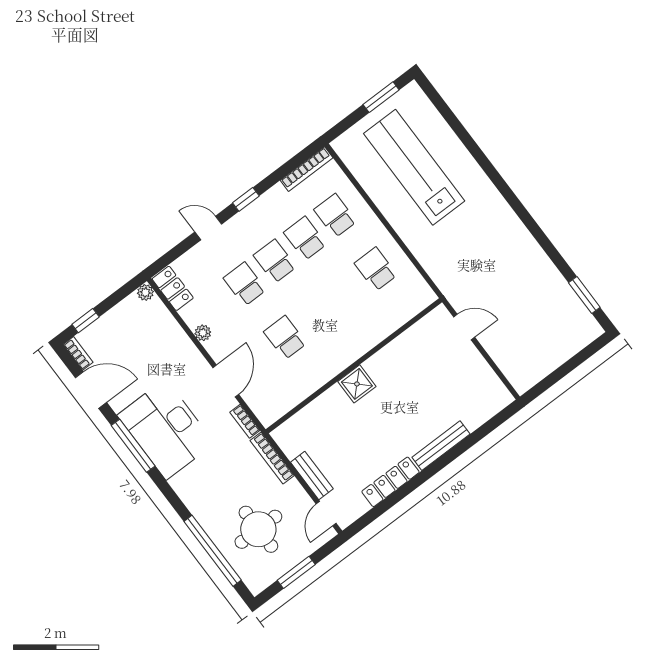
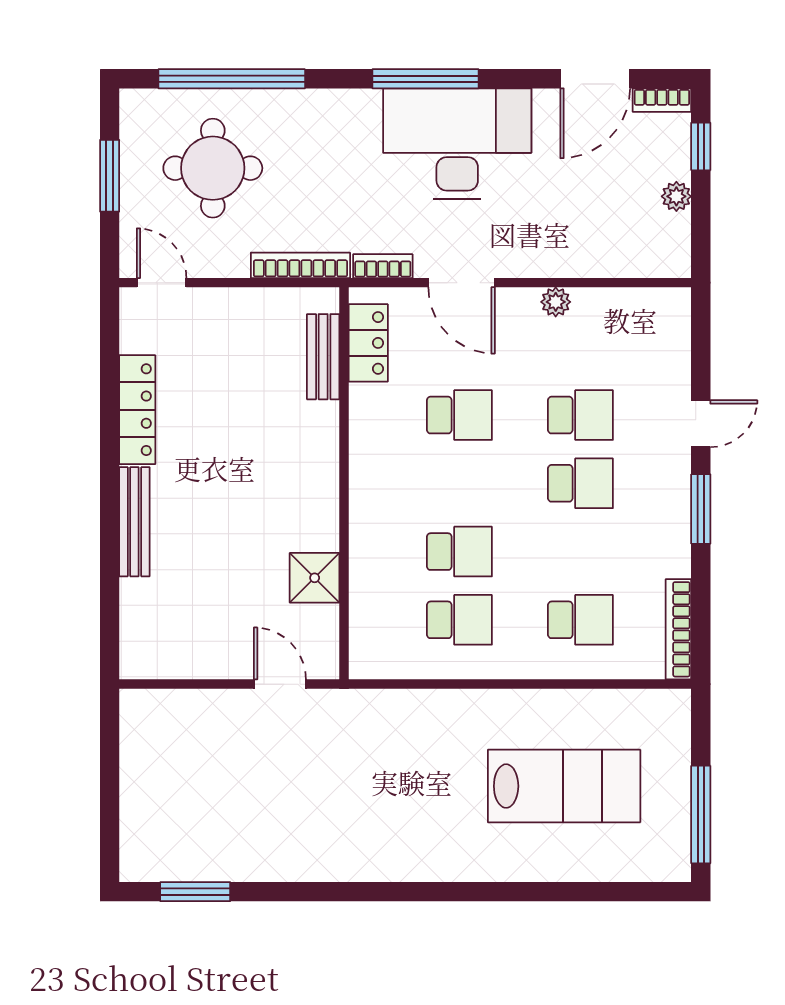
window: (381, 97) -> (701, 815), width x1.44
lab bench: (414, 167) -> (564, 786), width x0.73
window: (246, 199) -> (701, 509), width x1.50
school desk: (305, 238) -> (459, 552), moved
locker: (173, 288) -> (368, 343), moved, turned -90
plant: (145, 292) -> (676, 196), moved
door: (464, 327) -> (280, 684), swing flipped
shower: (357, 384) -> (315, 578), moved
window: (133, 446) -> (425, 79), moved
bench: (312, 475) -> (323, 357), moved, turned 90

